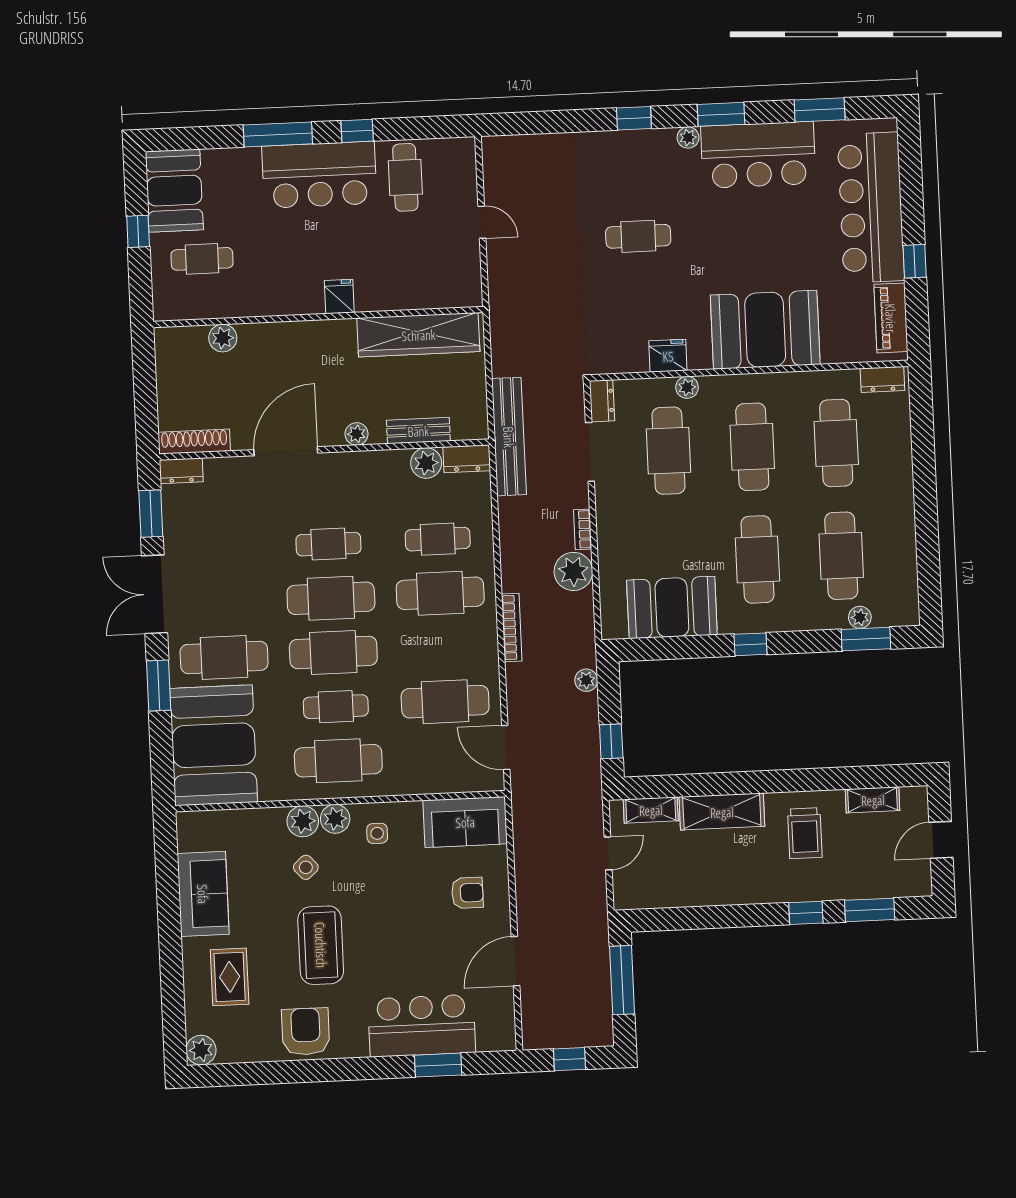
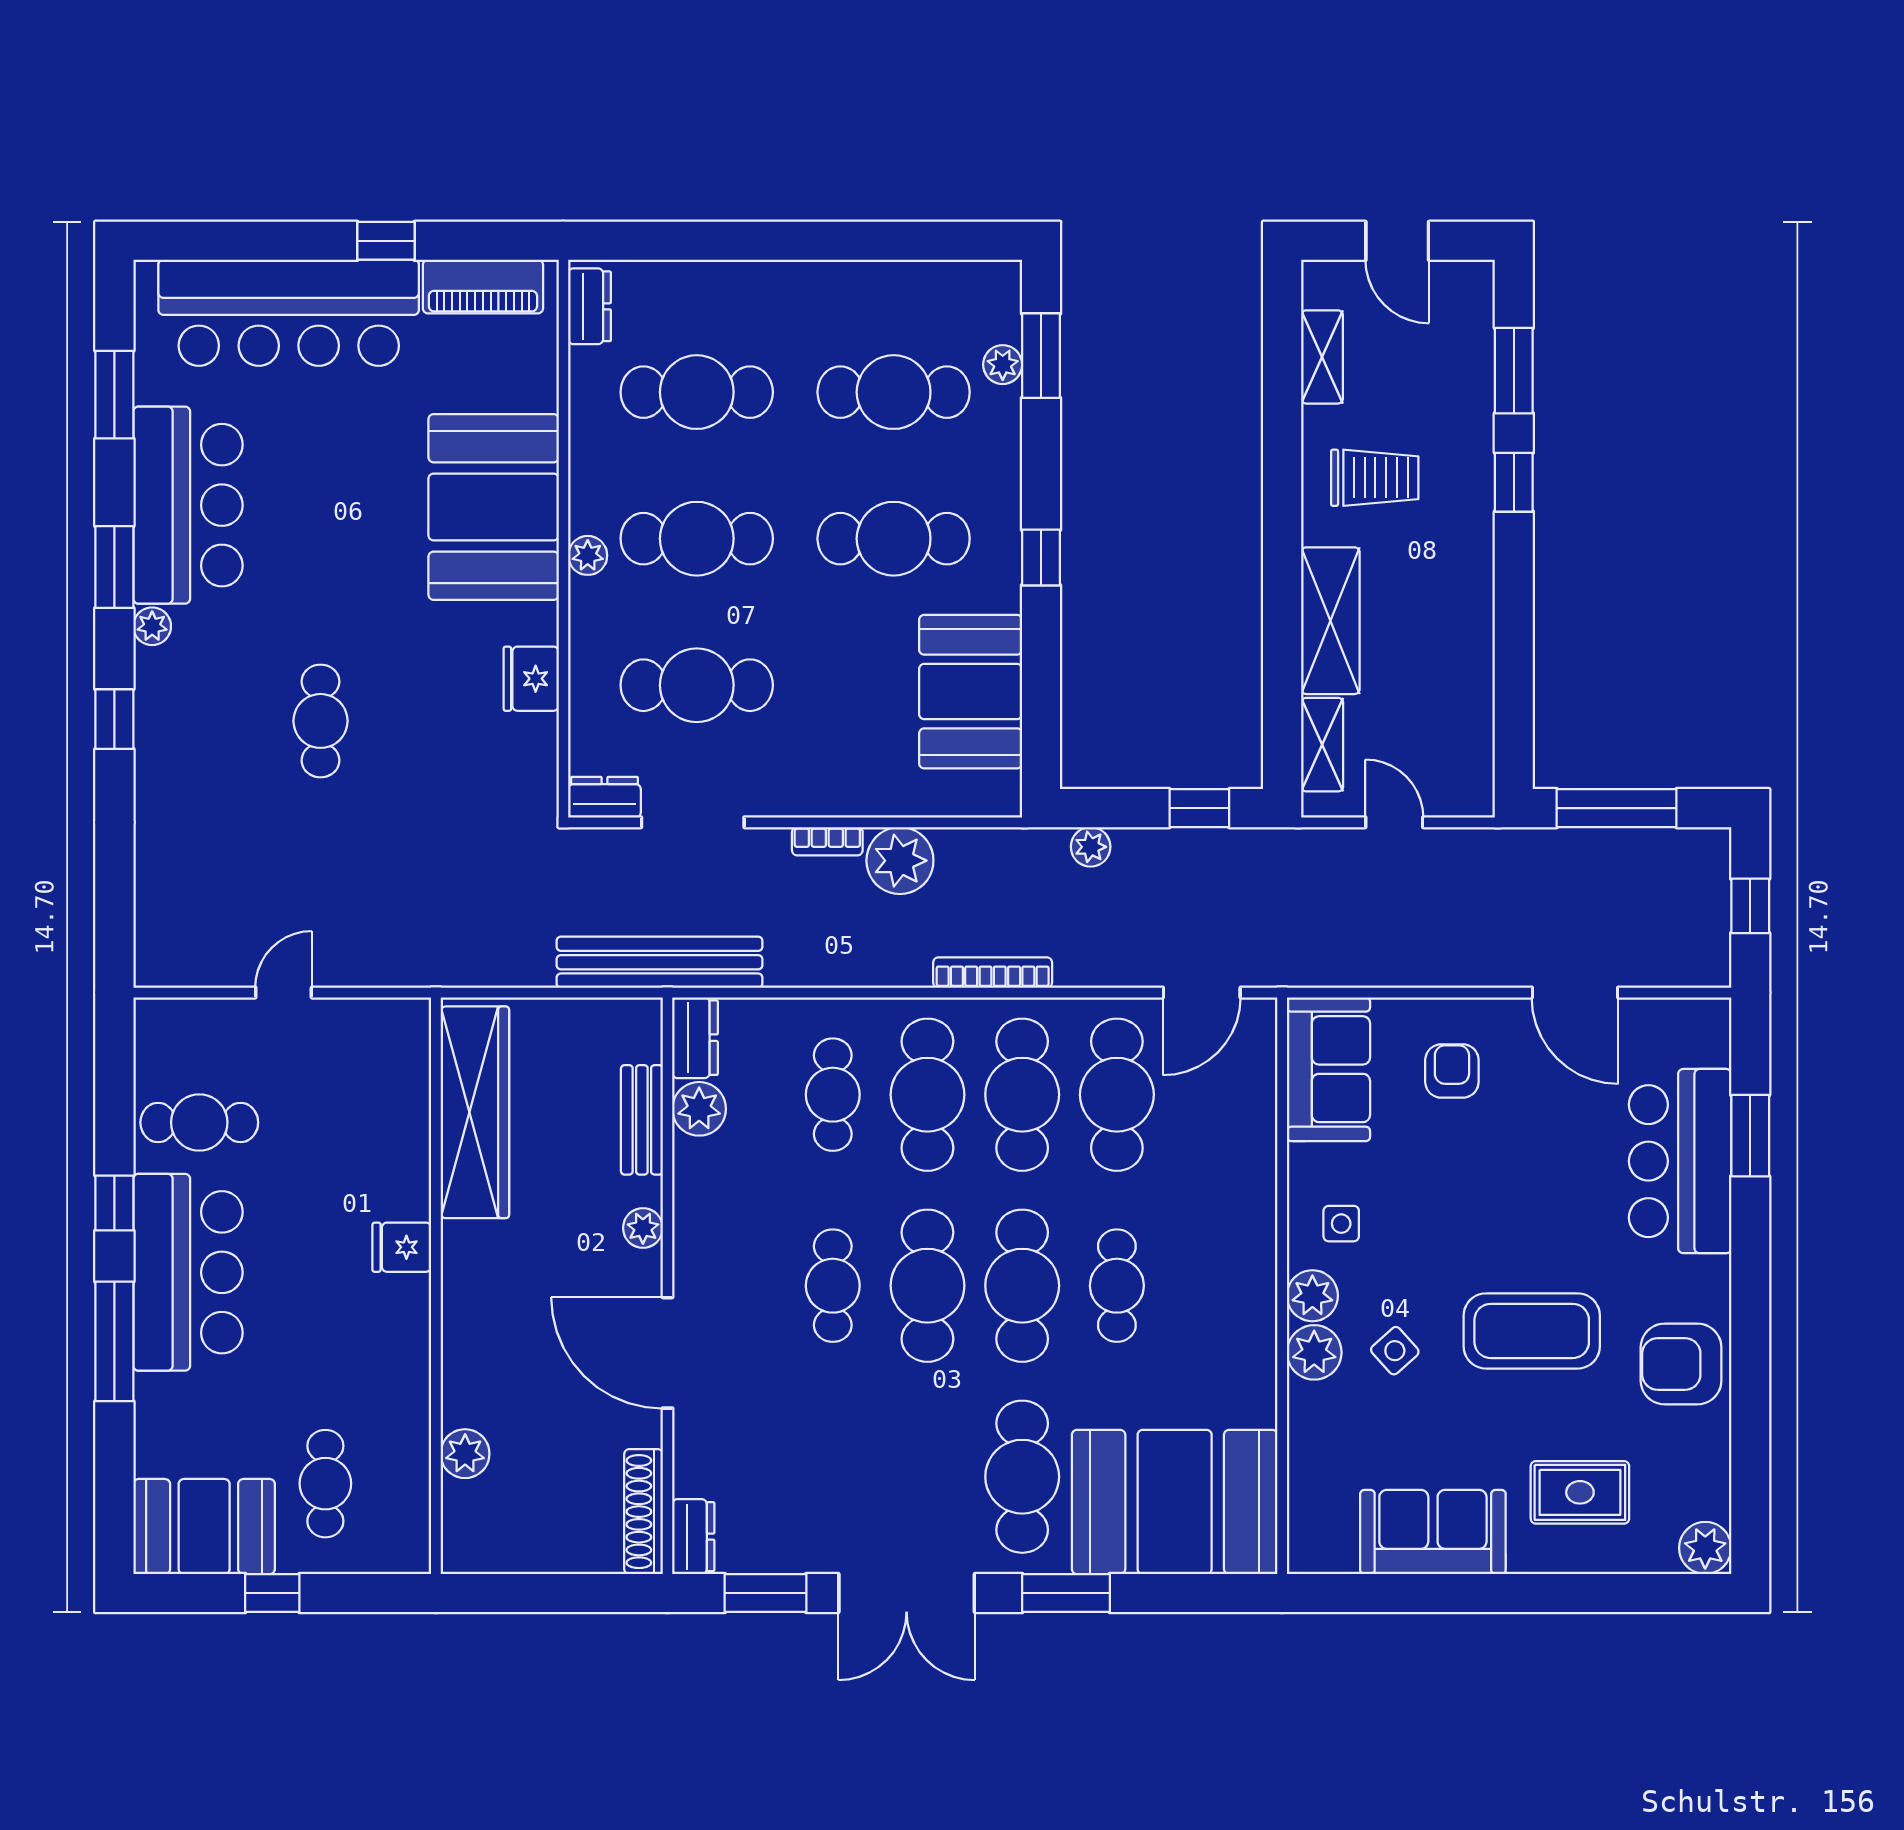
plant: (687, 387) -> (588, 555), moved
cafe table: (338, 761) -> (1022, 1095), moved

